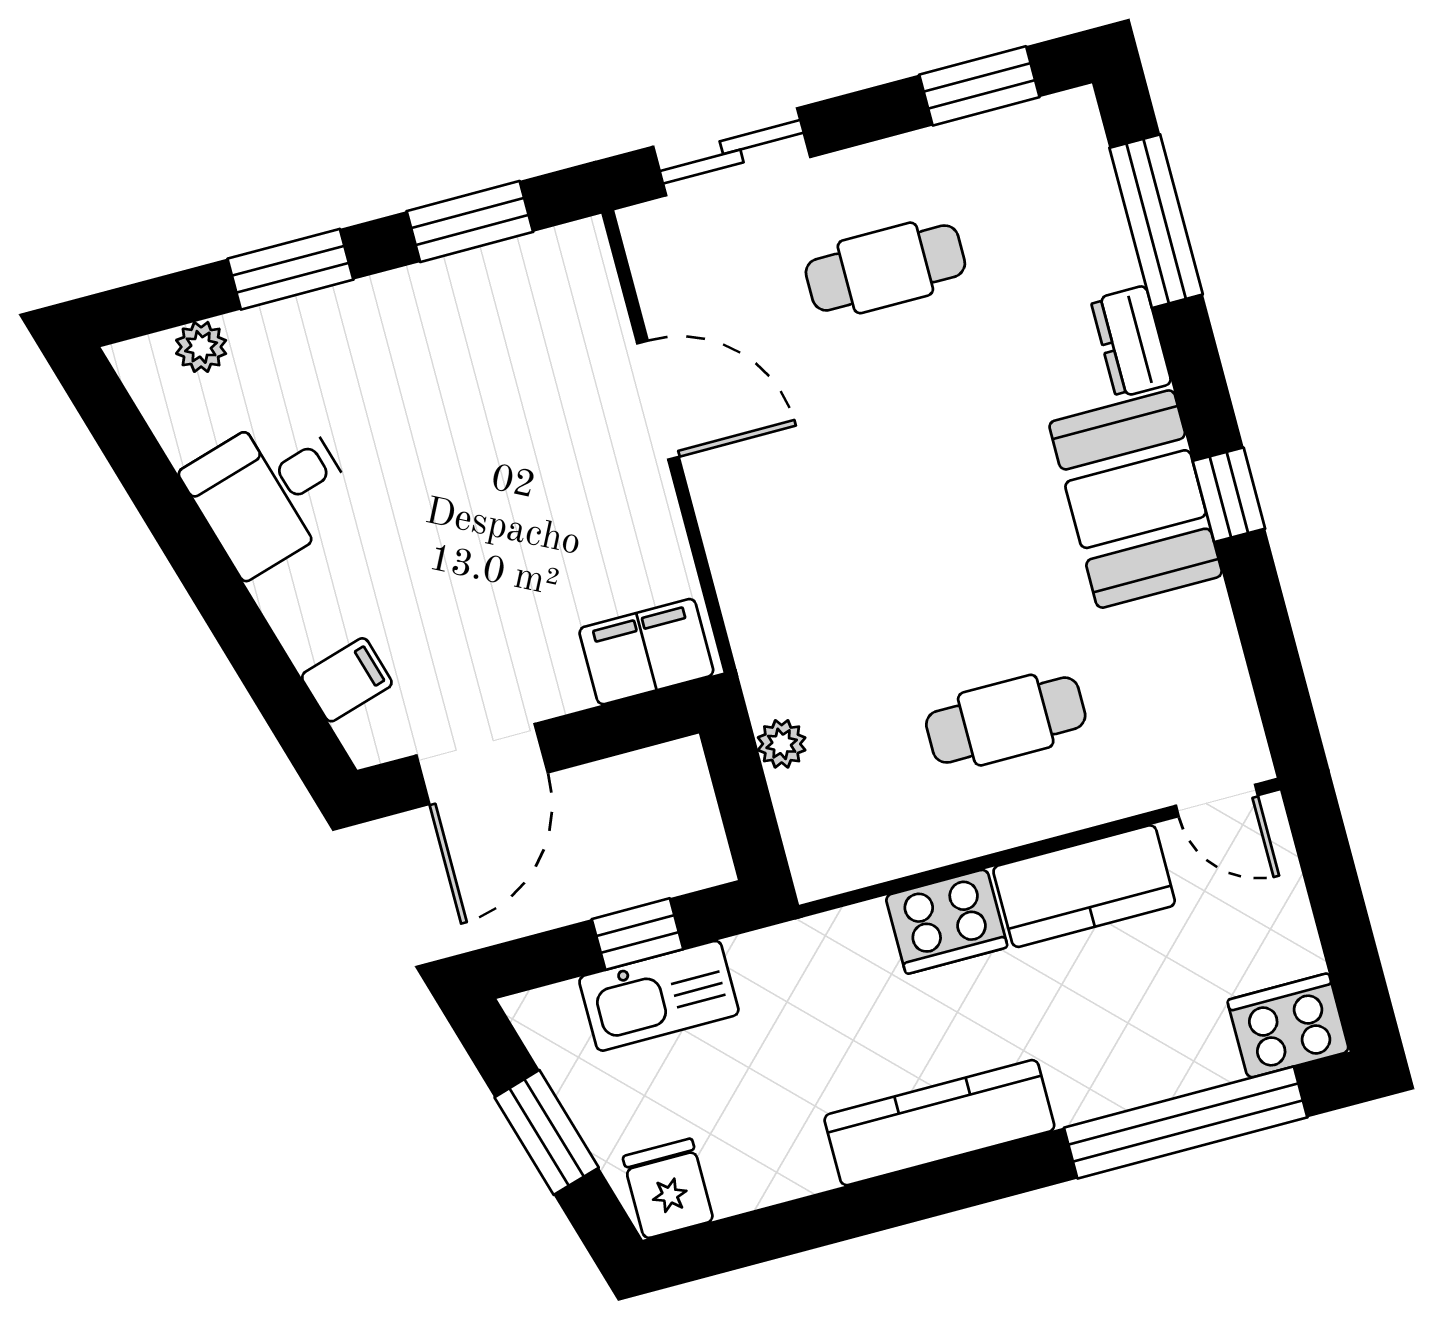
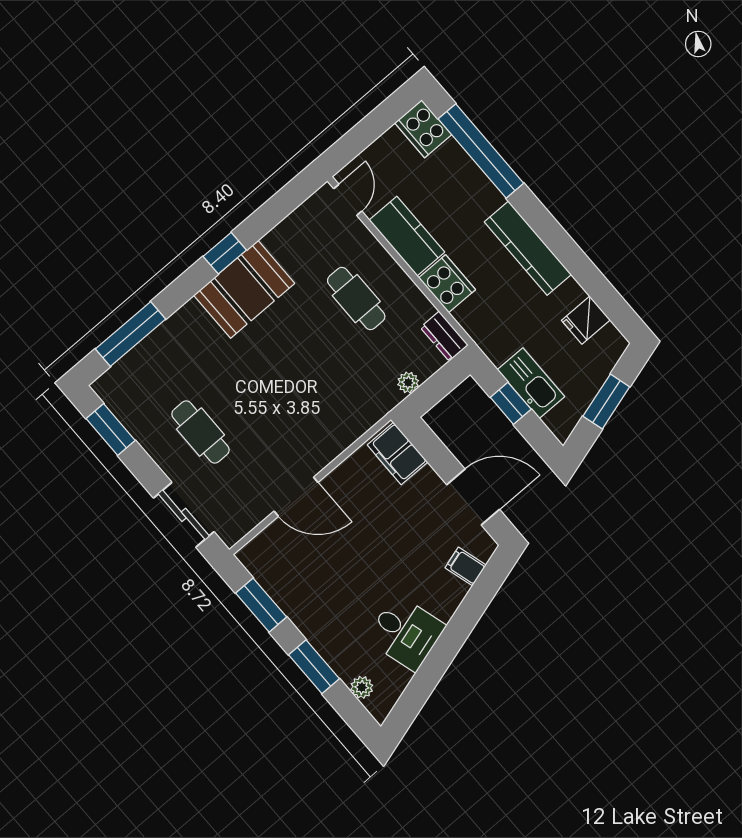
dresser: (1131, 342) -> (444, 336), moved, turned 90
door: (658, 400) -> (296, 497), swing flipped
fridge: (668, 1189) -> (586, 320), moved

